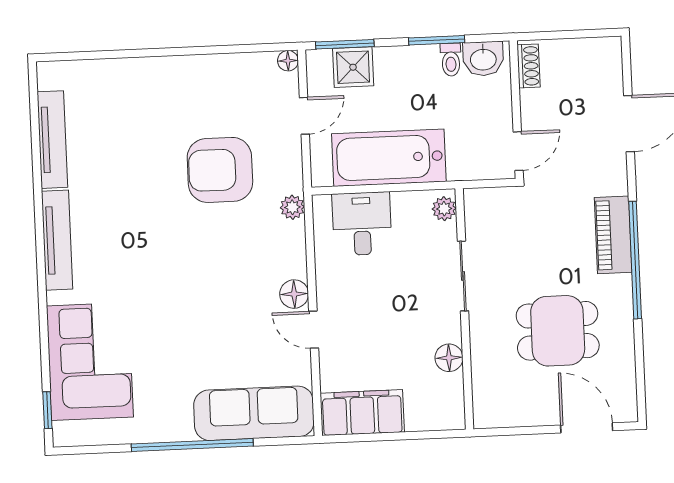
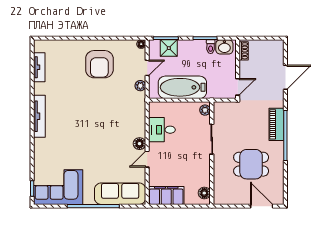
tv unit: (52, 140) -> (39, 67), width x0.71
armchair: (220, 170) -> (99, 64), moved, turned -90
plant: (292, 207) -> (140, 86), moved
desk: (362, 224) -> (162, 130), moved, turned -90
door: (314, 330) -> (147, 159), hinge flipped
floor lamp: (449, 358) -> (204, 193), moved
corner sofa: (90, 361) -> (58, 187), moved, turned -90

